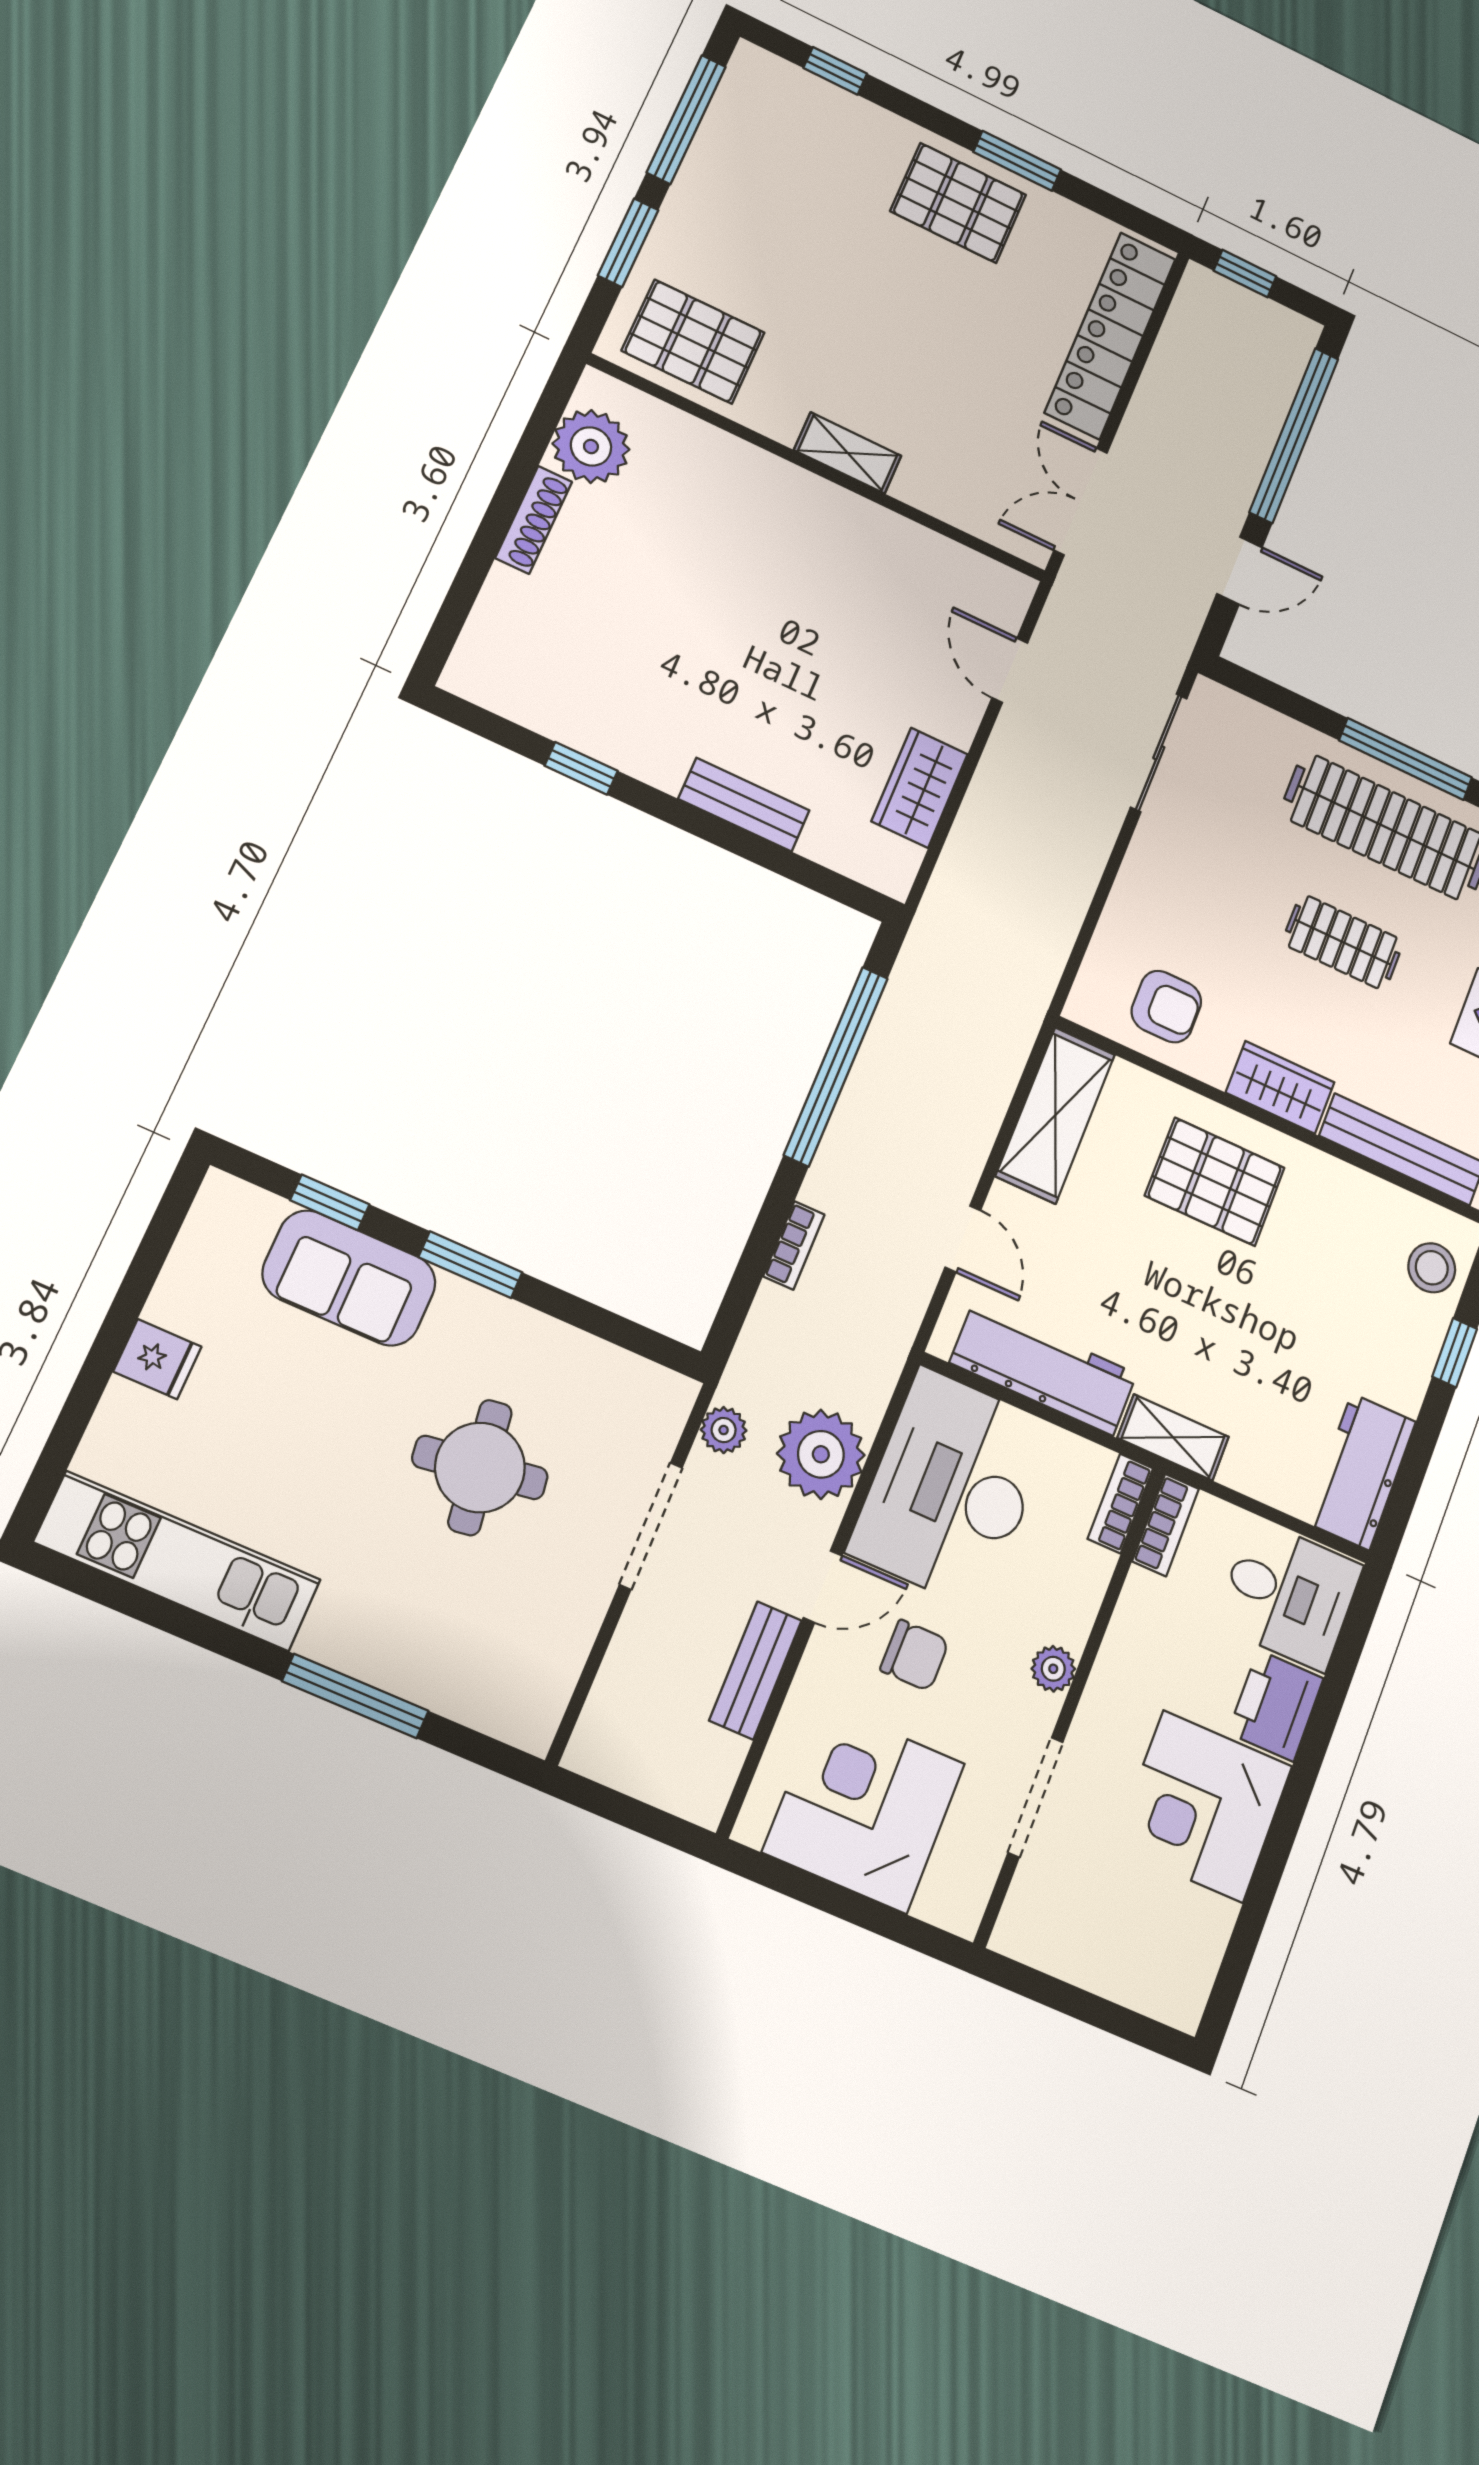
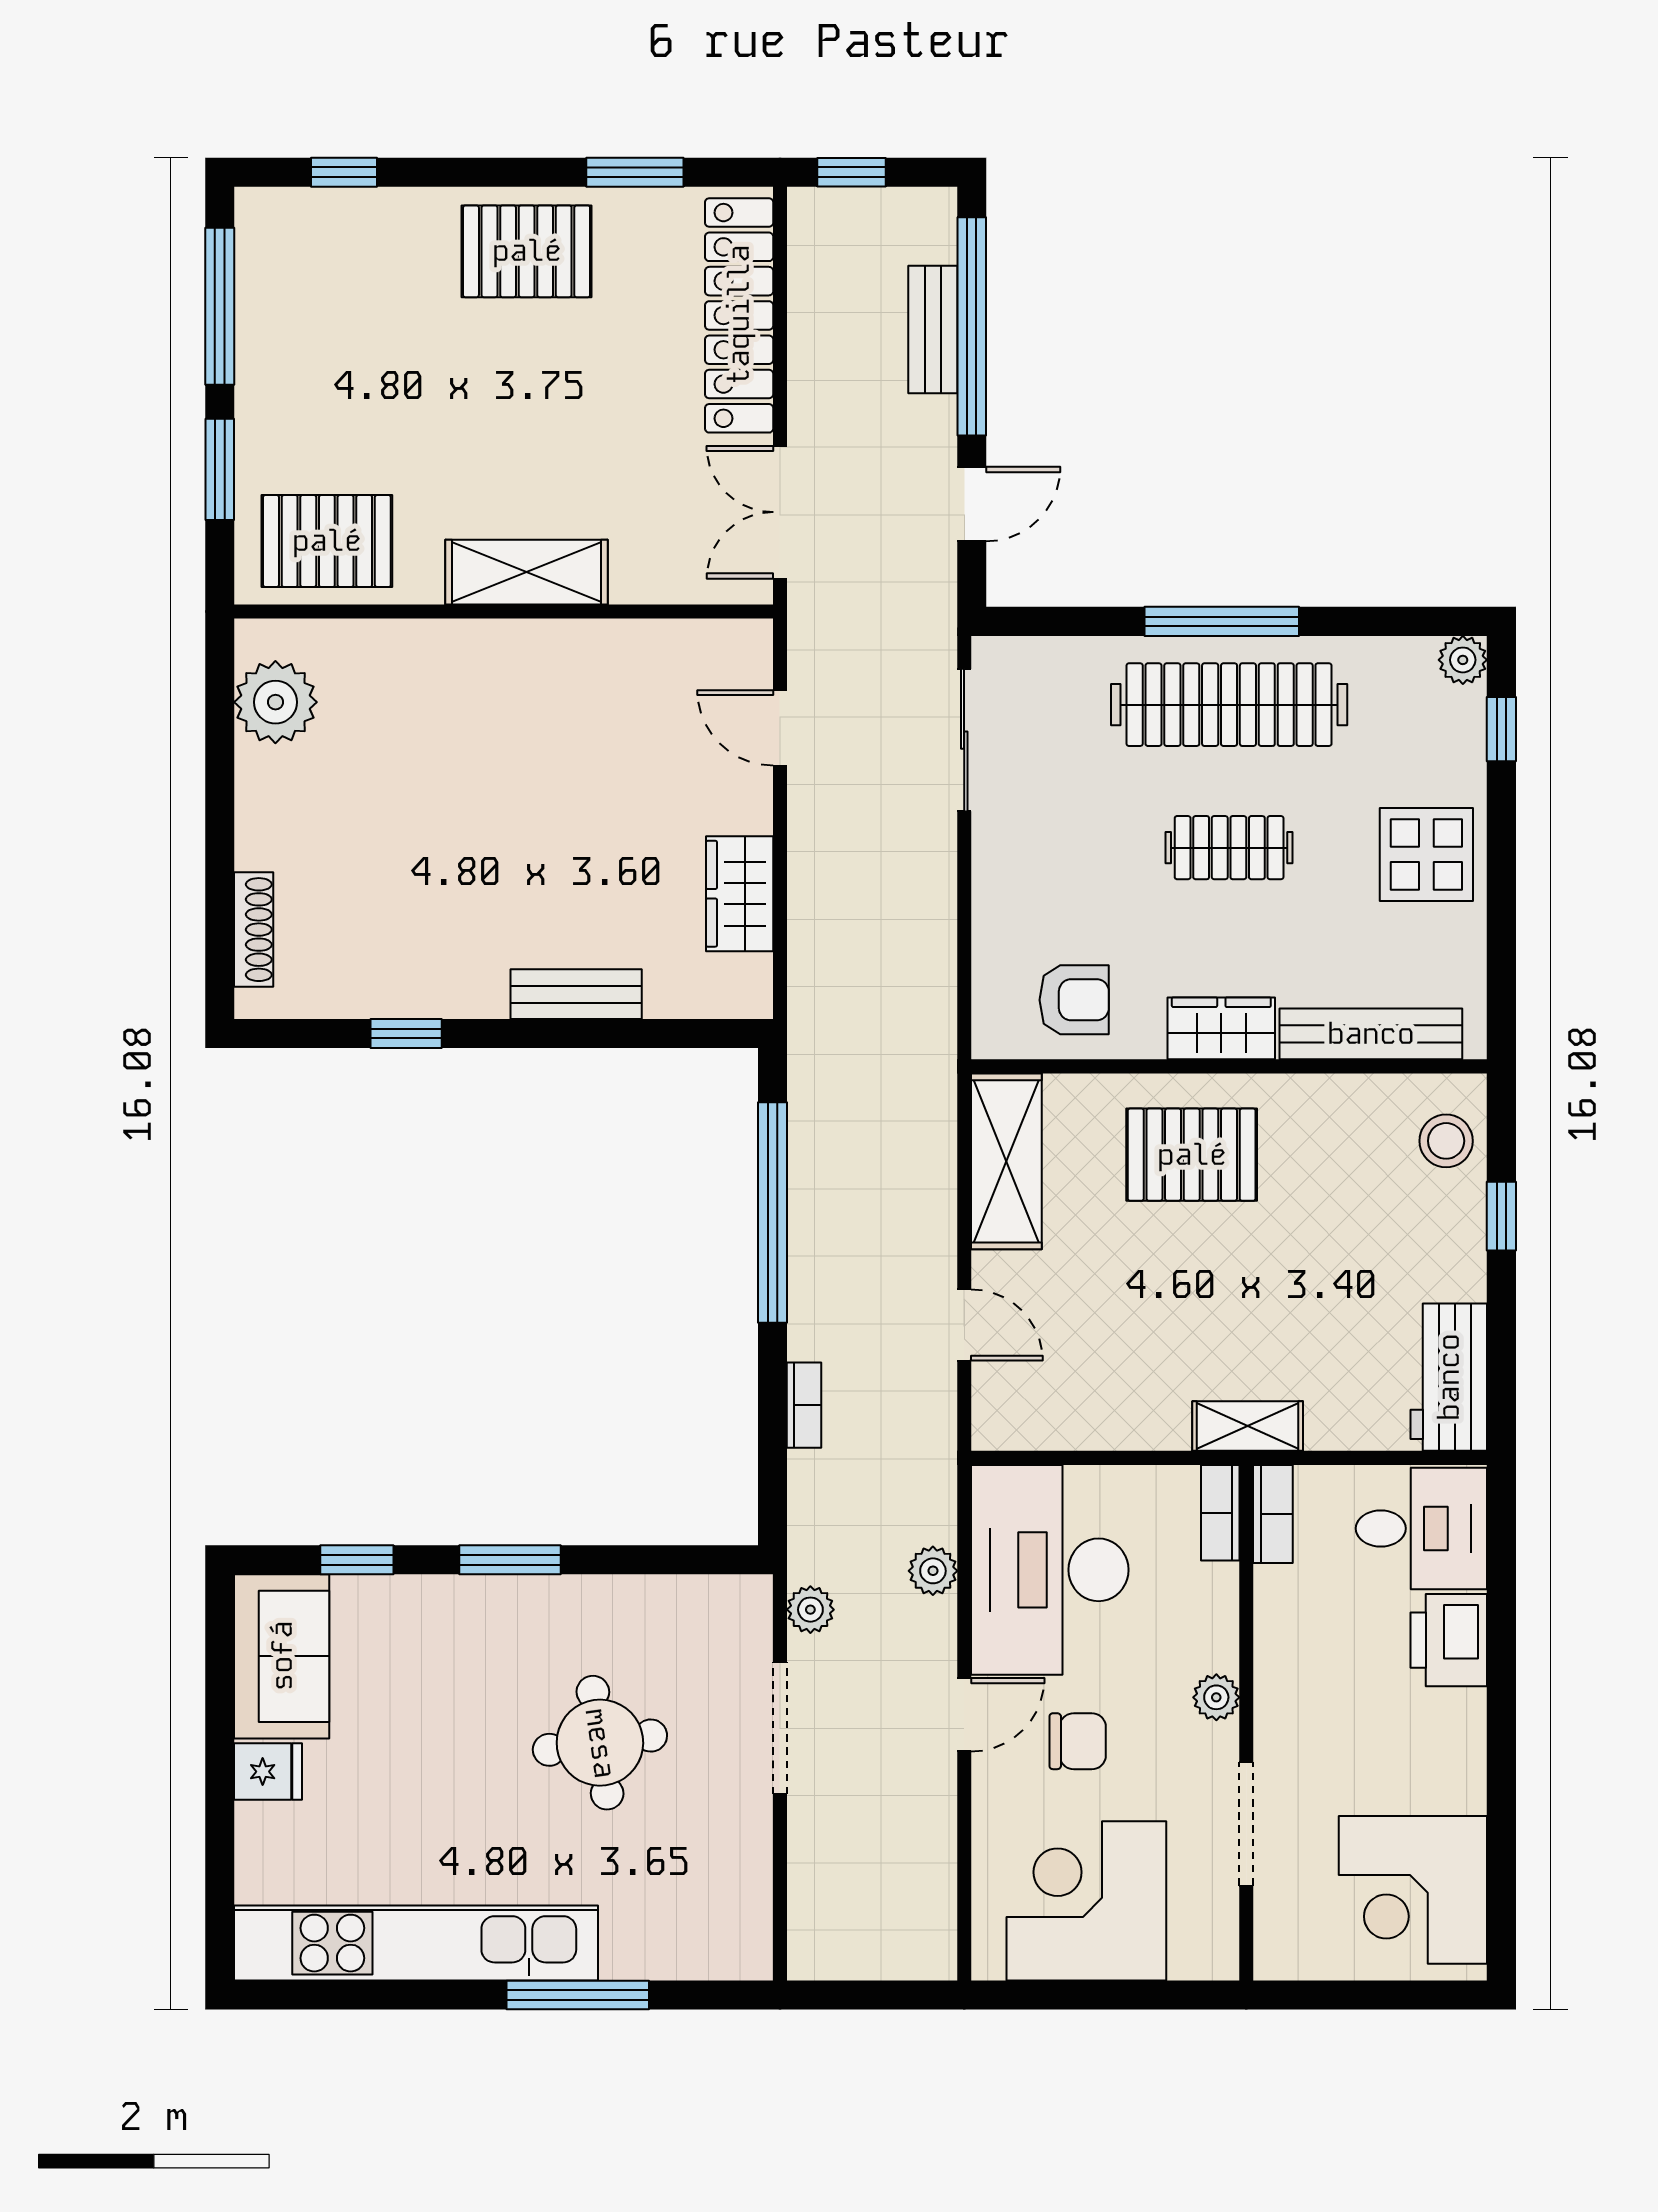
window: (1017, 161) -> (635, 172), moved
shelving: (848, 453) -> (527, 572), width x1.50, depth x1.33
shoe rack: (534, 520) -> (254, 930), moved
sofa: (349, 1278) -> (282, 1656), moved, turned -90
workbench: (1043, 1368) -> (1093, 1416), removed
plant: (821, 1454) -> (933, 1571), width x0.53, depth x0.53
kitchen unit: (178, 1561) -> (416, 1943), width x1.36
bench: (755, 1670) -> (933, 329), moved
corner desk: (1203, 1806) -> (1413, 1890), moved

